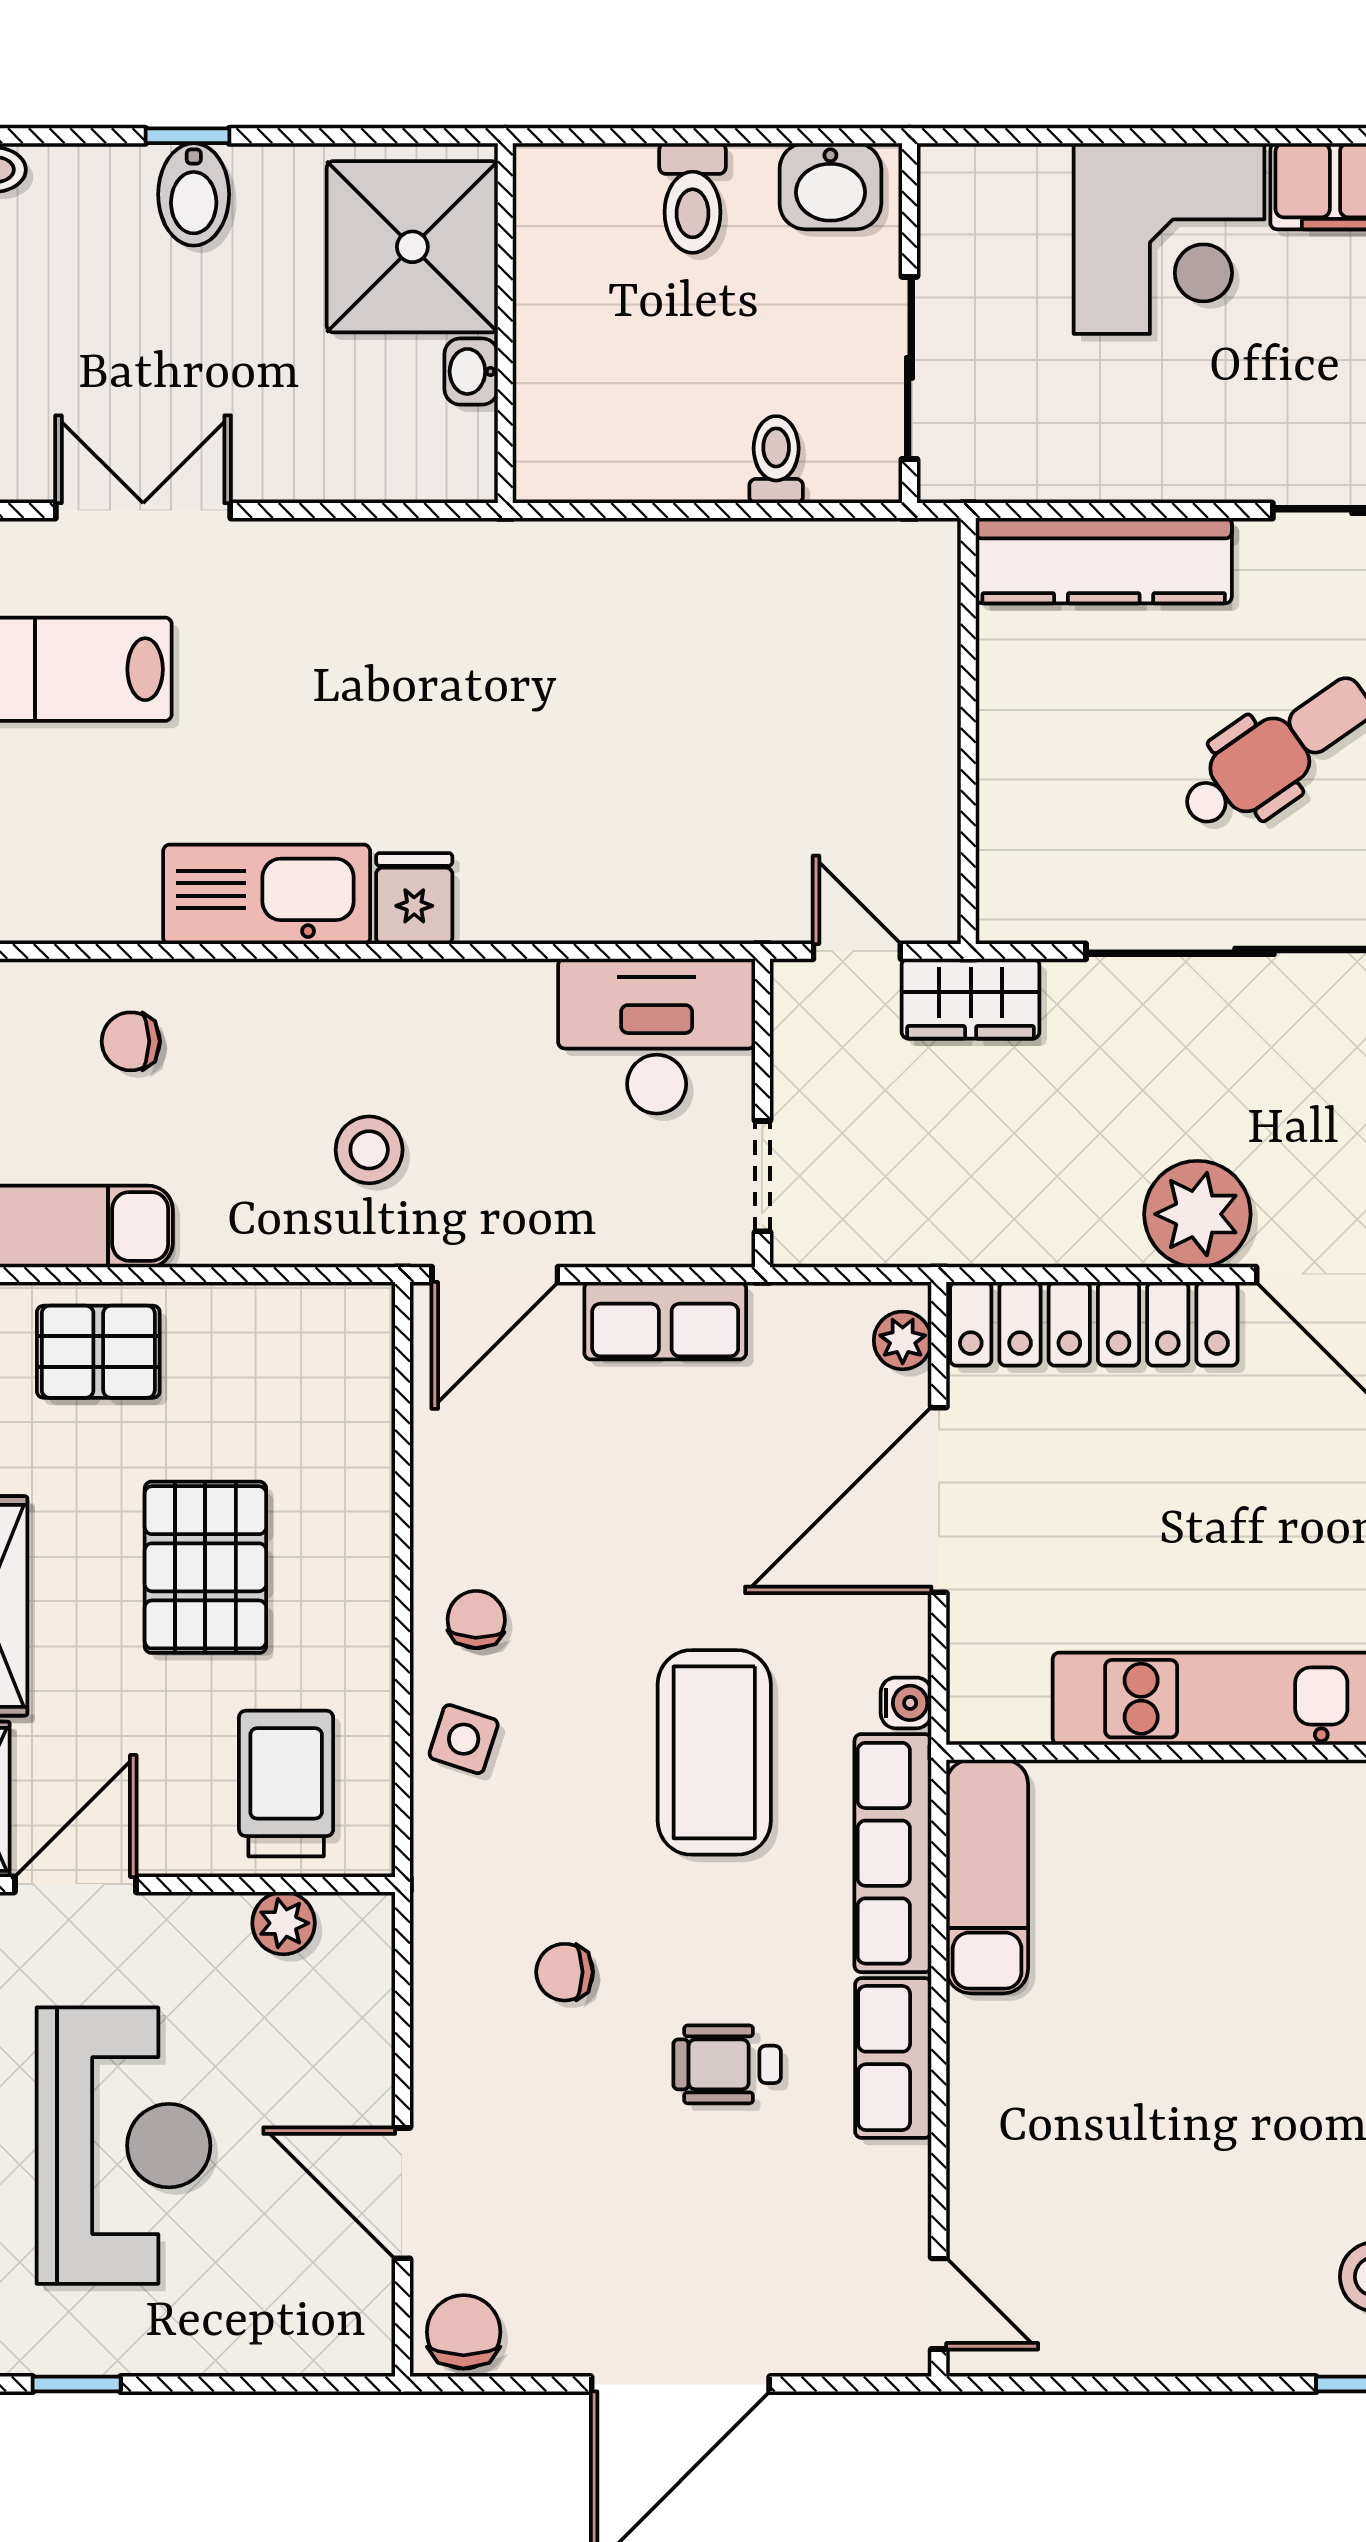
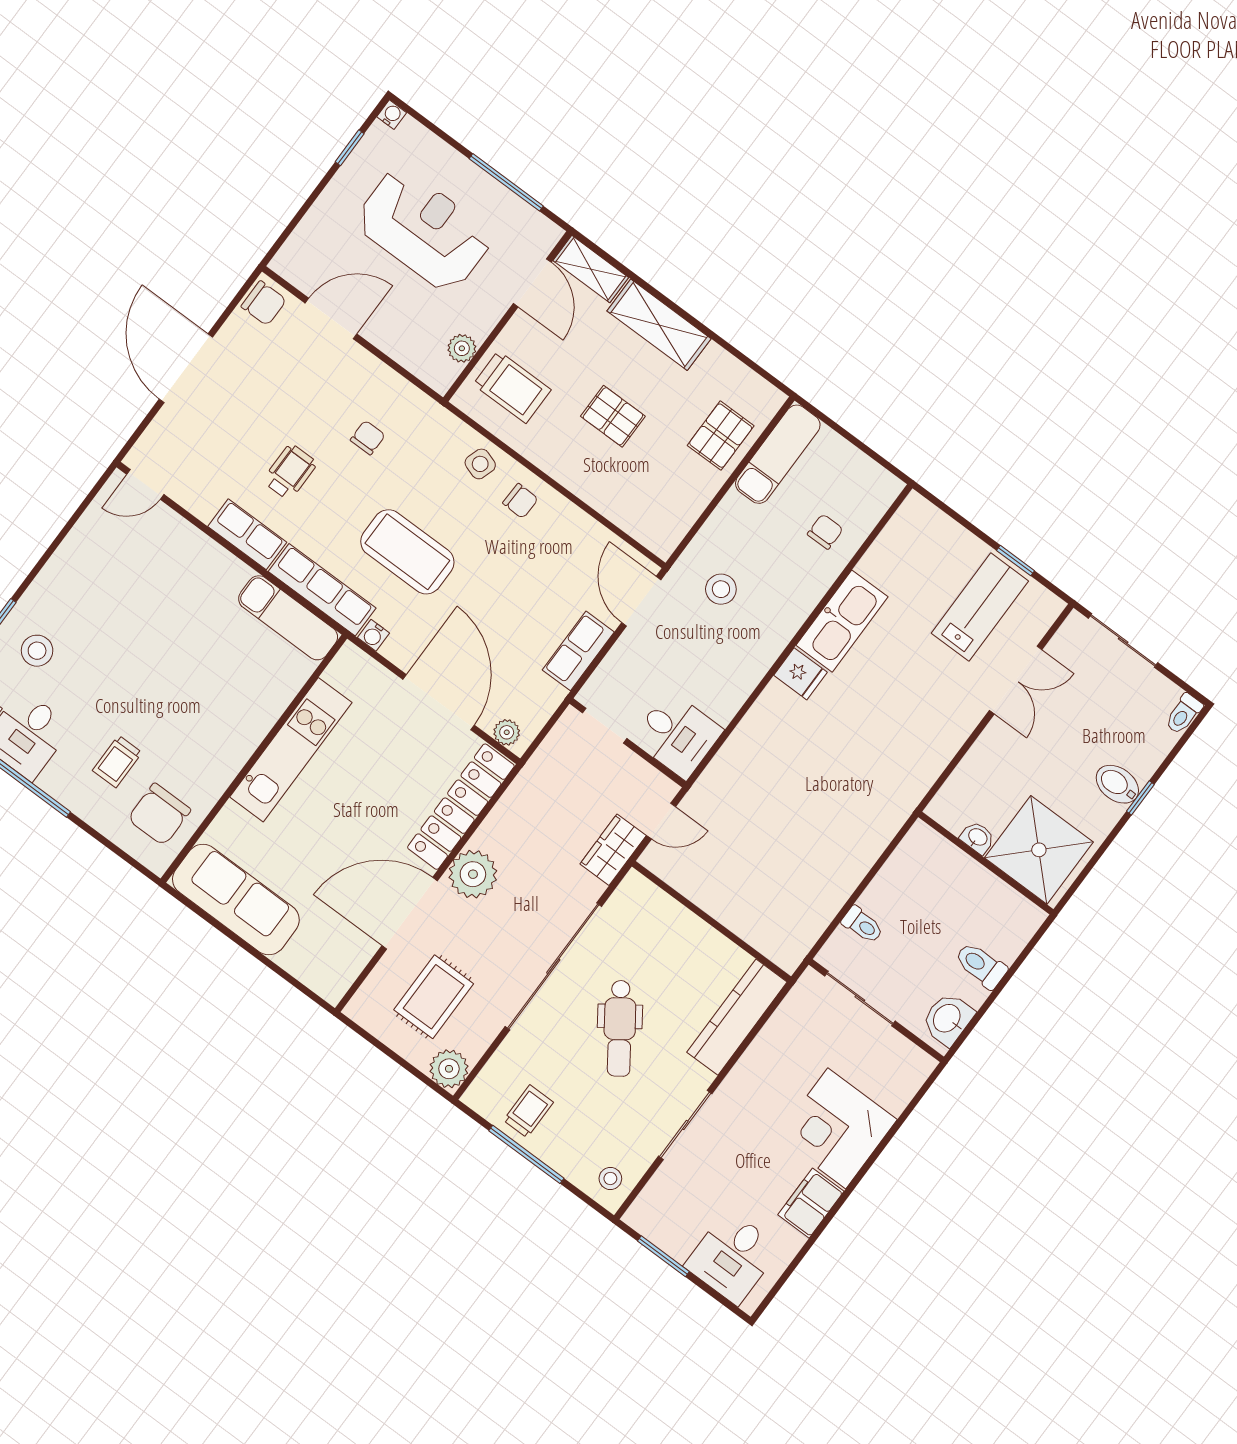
desk: (657, 1036) -> (677, 735), width x0.73
pallet: (205, 1567) -> (613, 416), width x0.67, depth x0.71
reception desk: (124, 2146) -> (424, 230), turned 180

